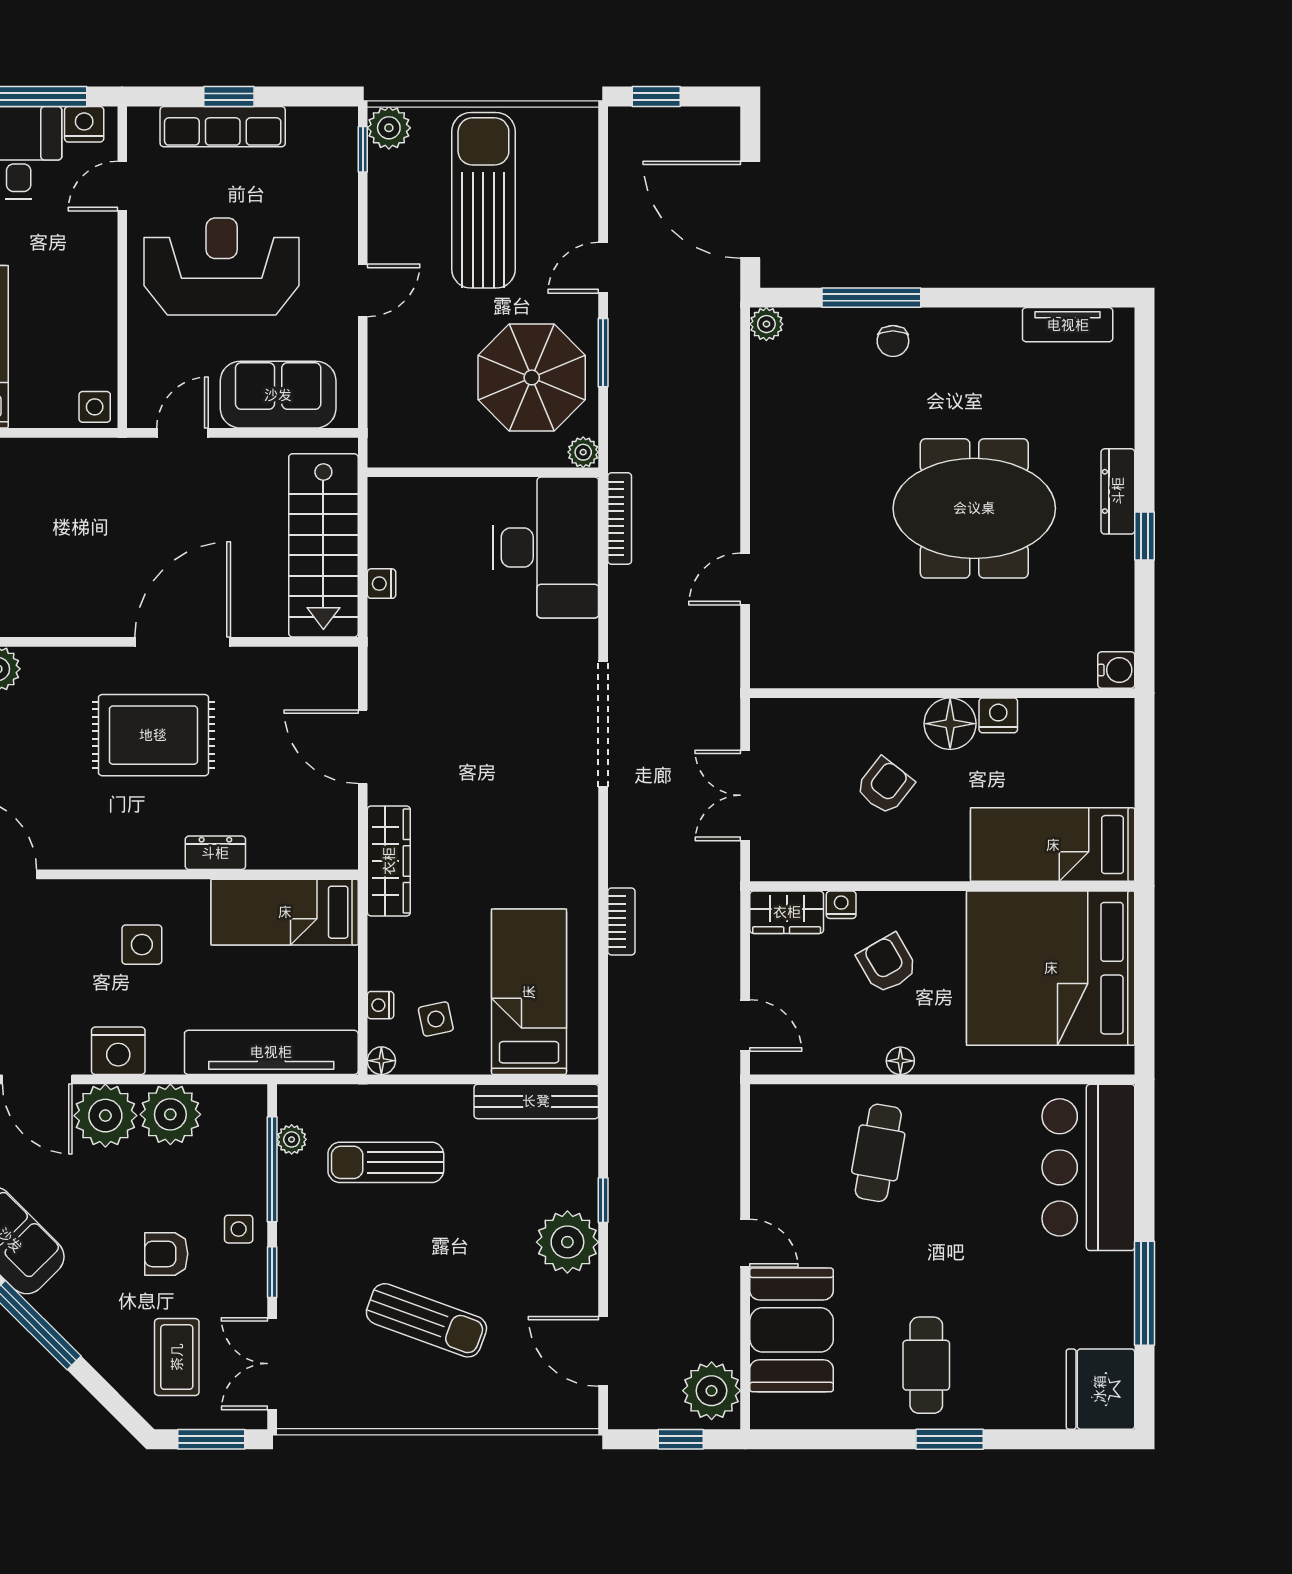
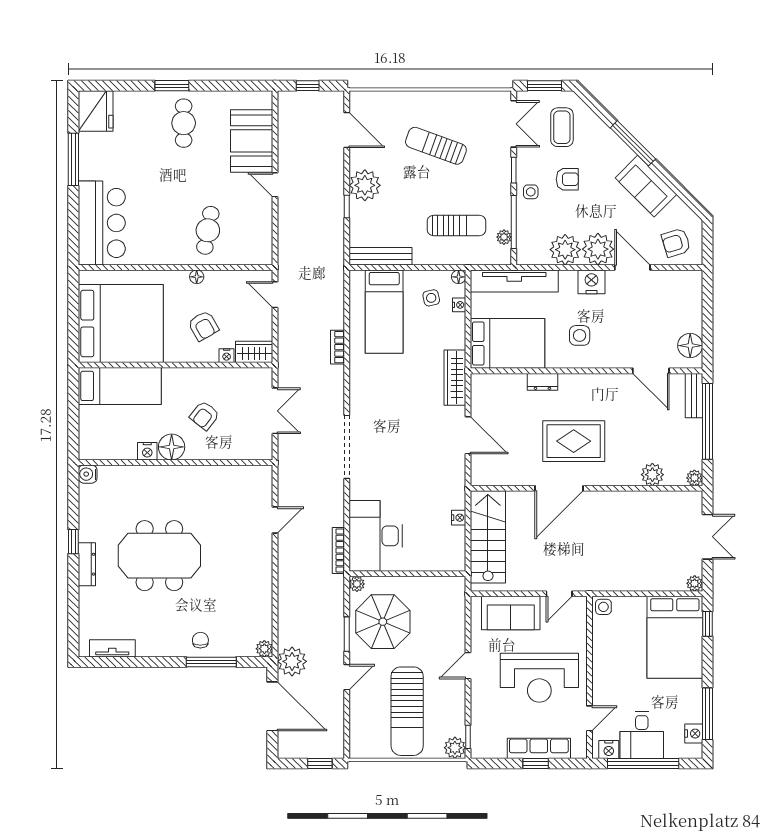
bed: (285, 912) -> (508, 343), width x1.50
plant: (712, 1391) -> (292, 661), moved

